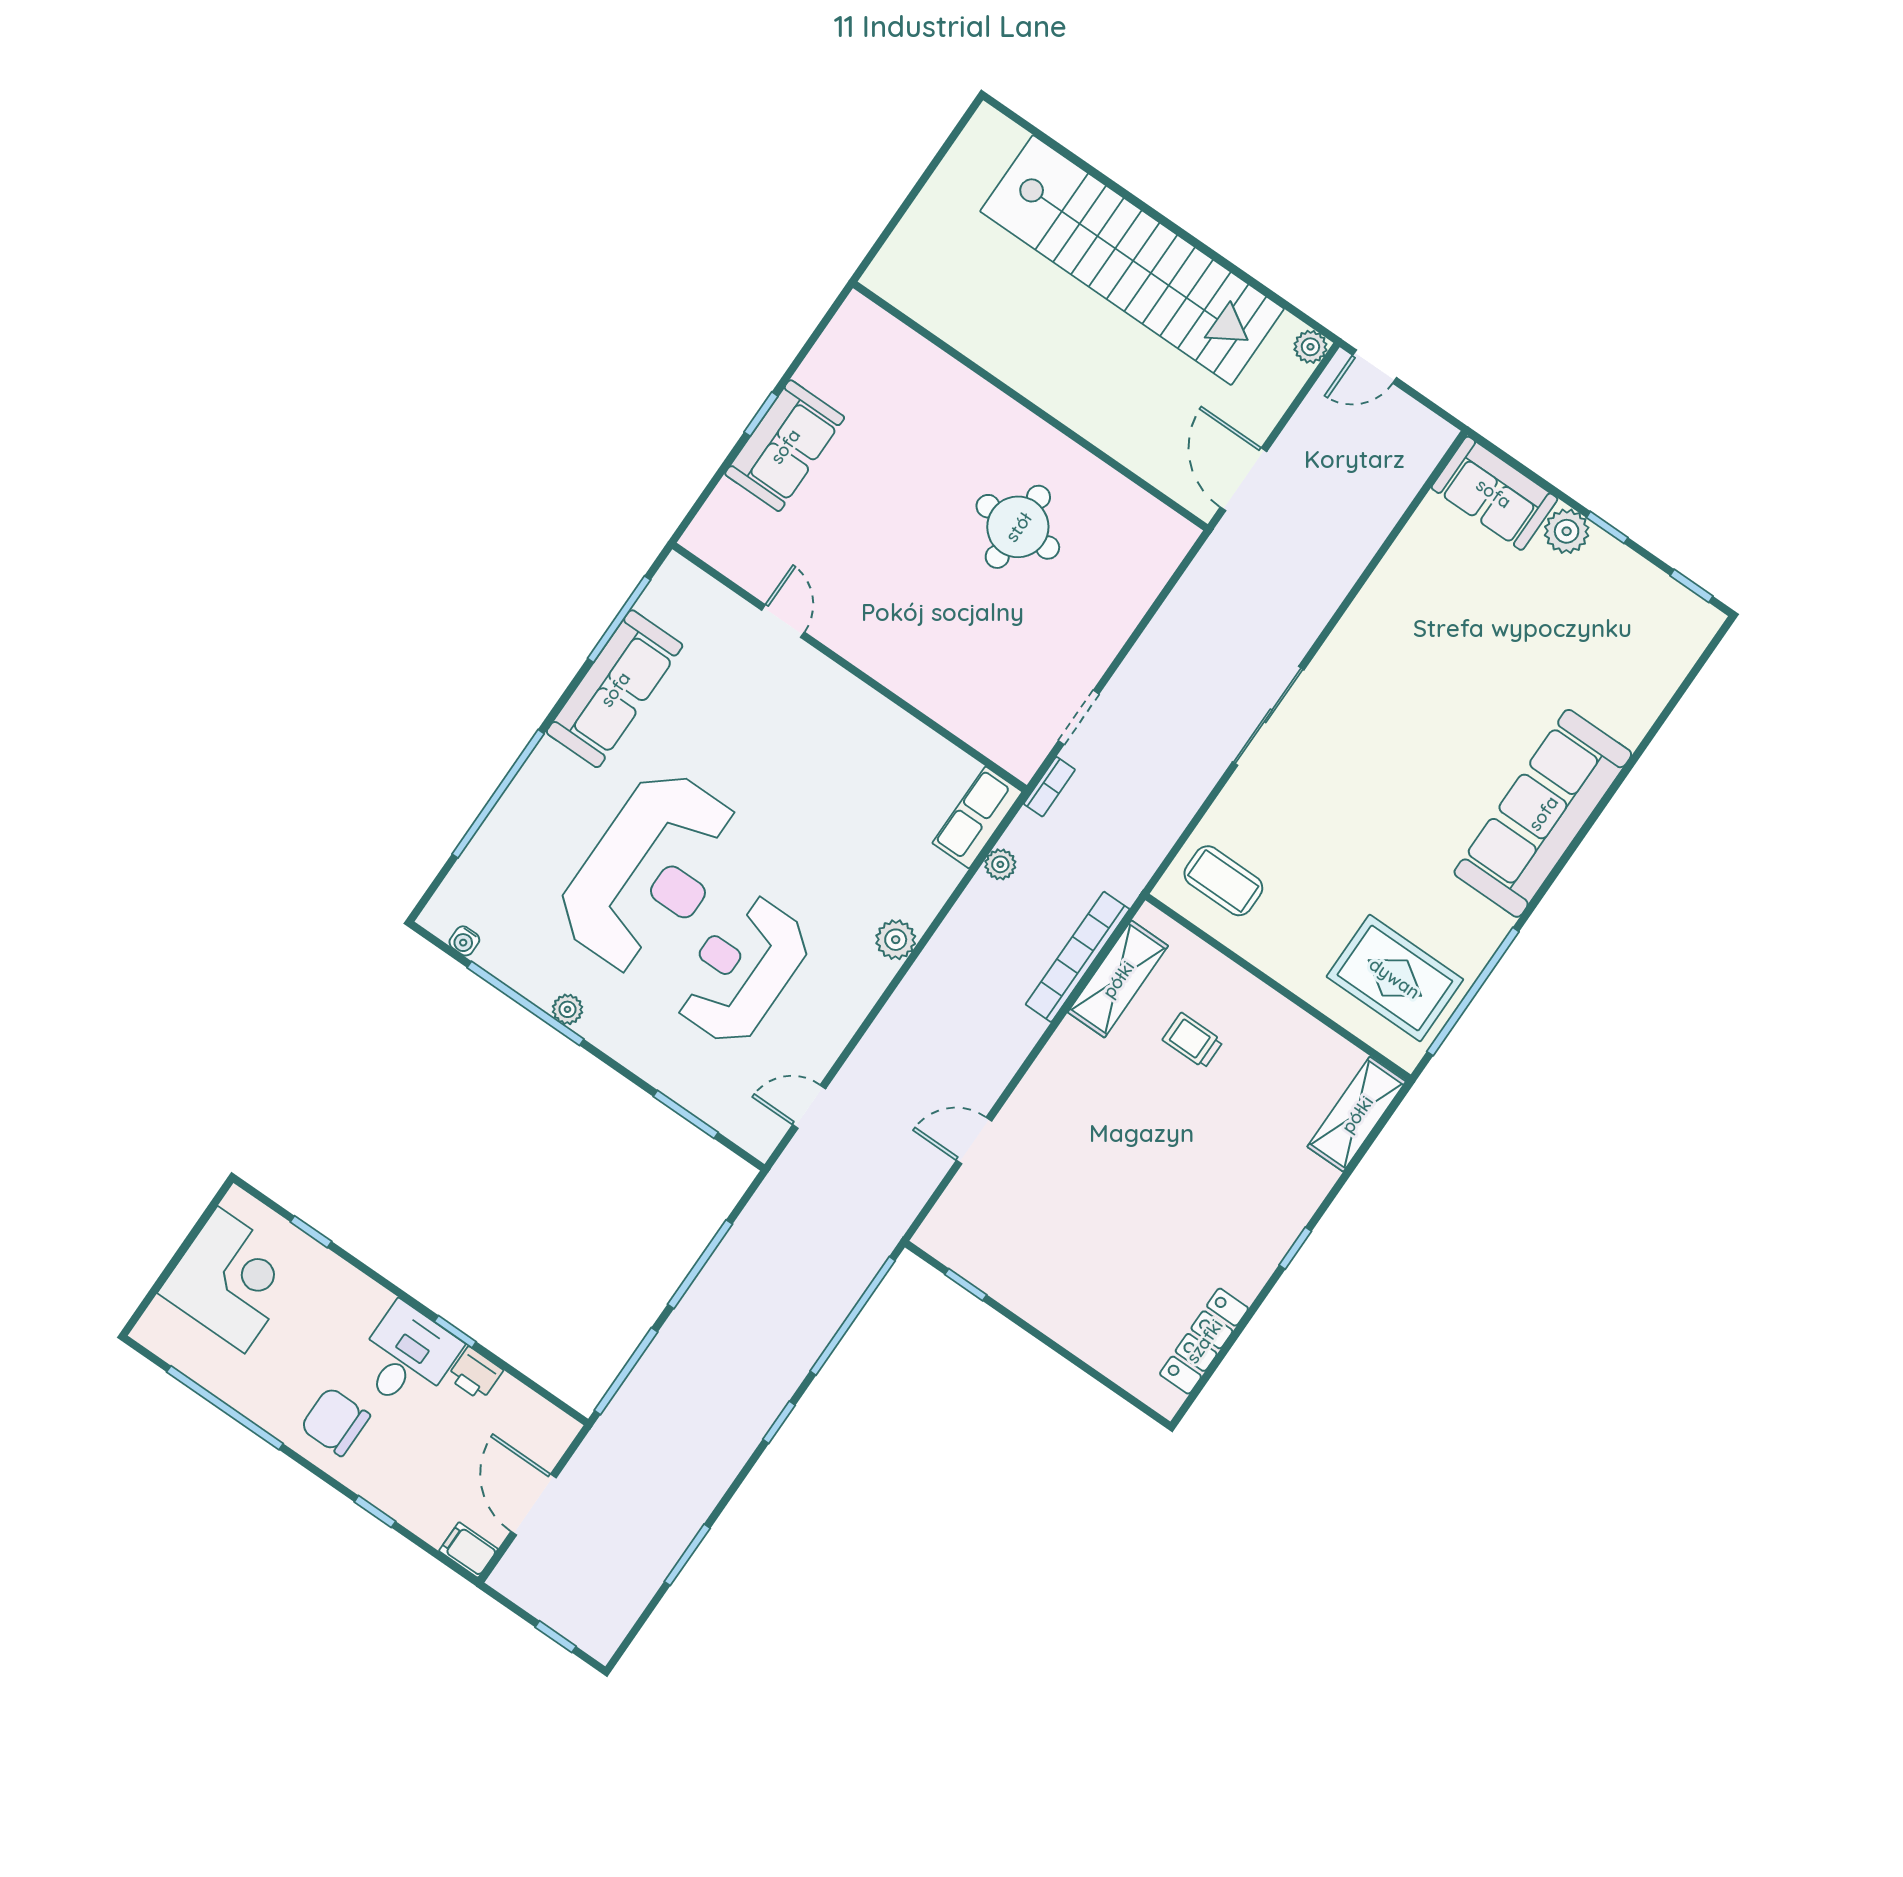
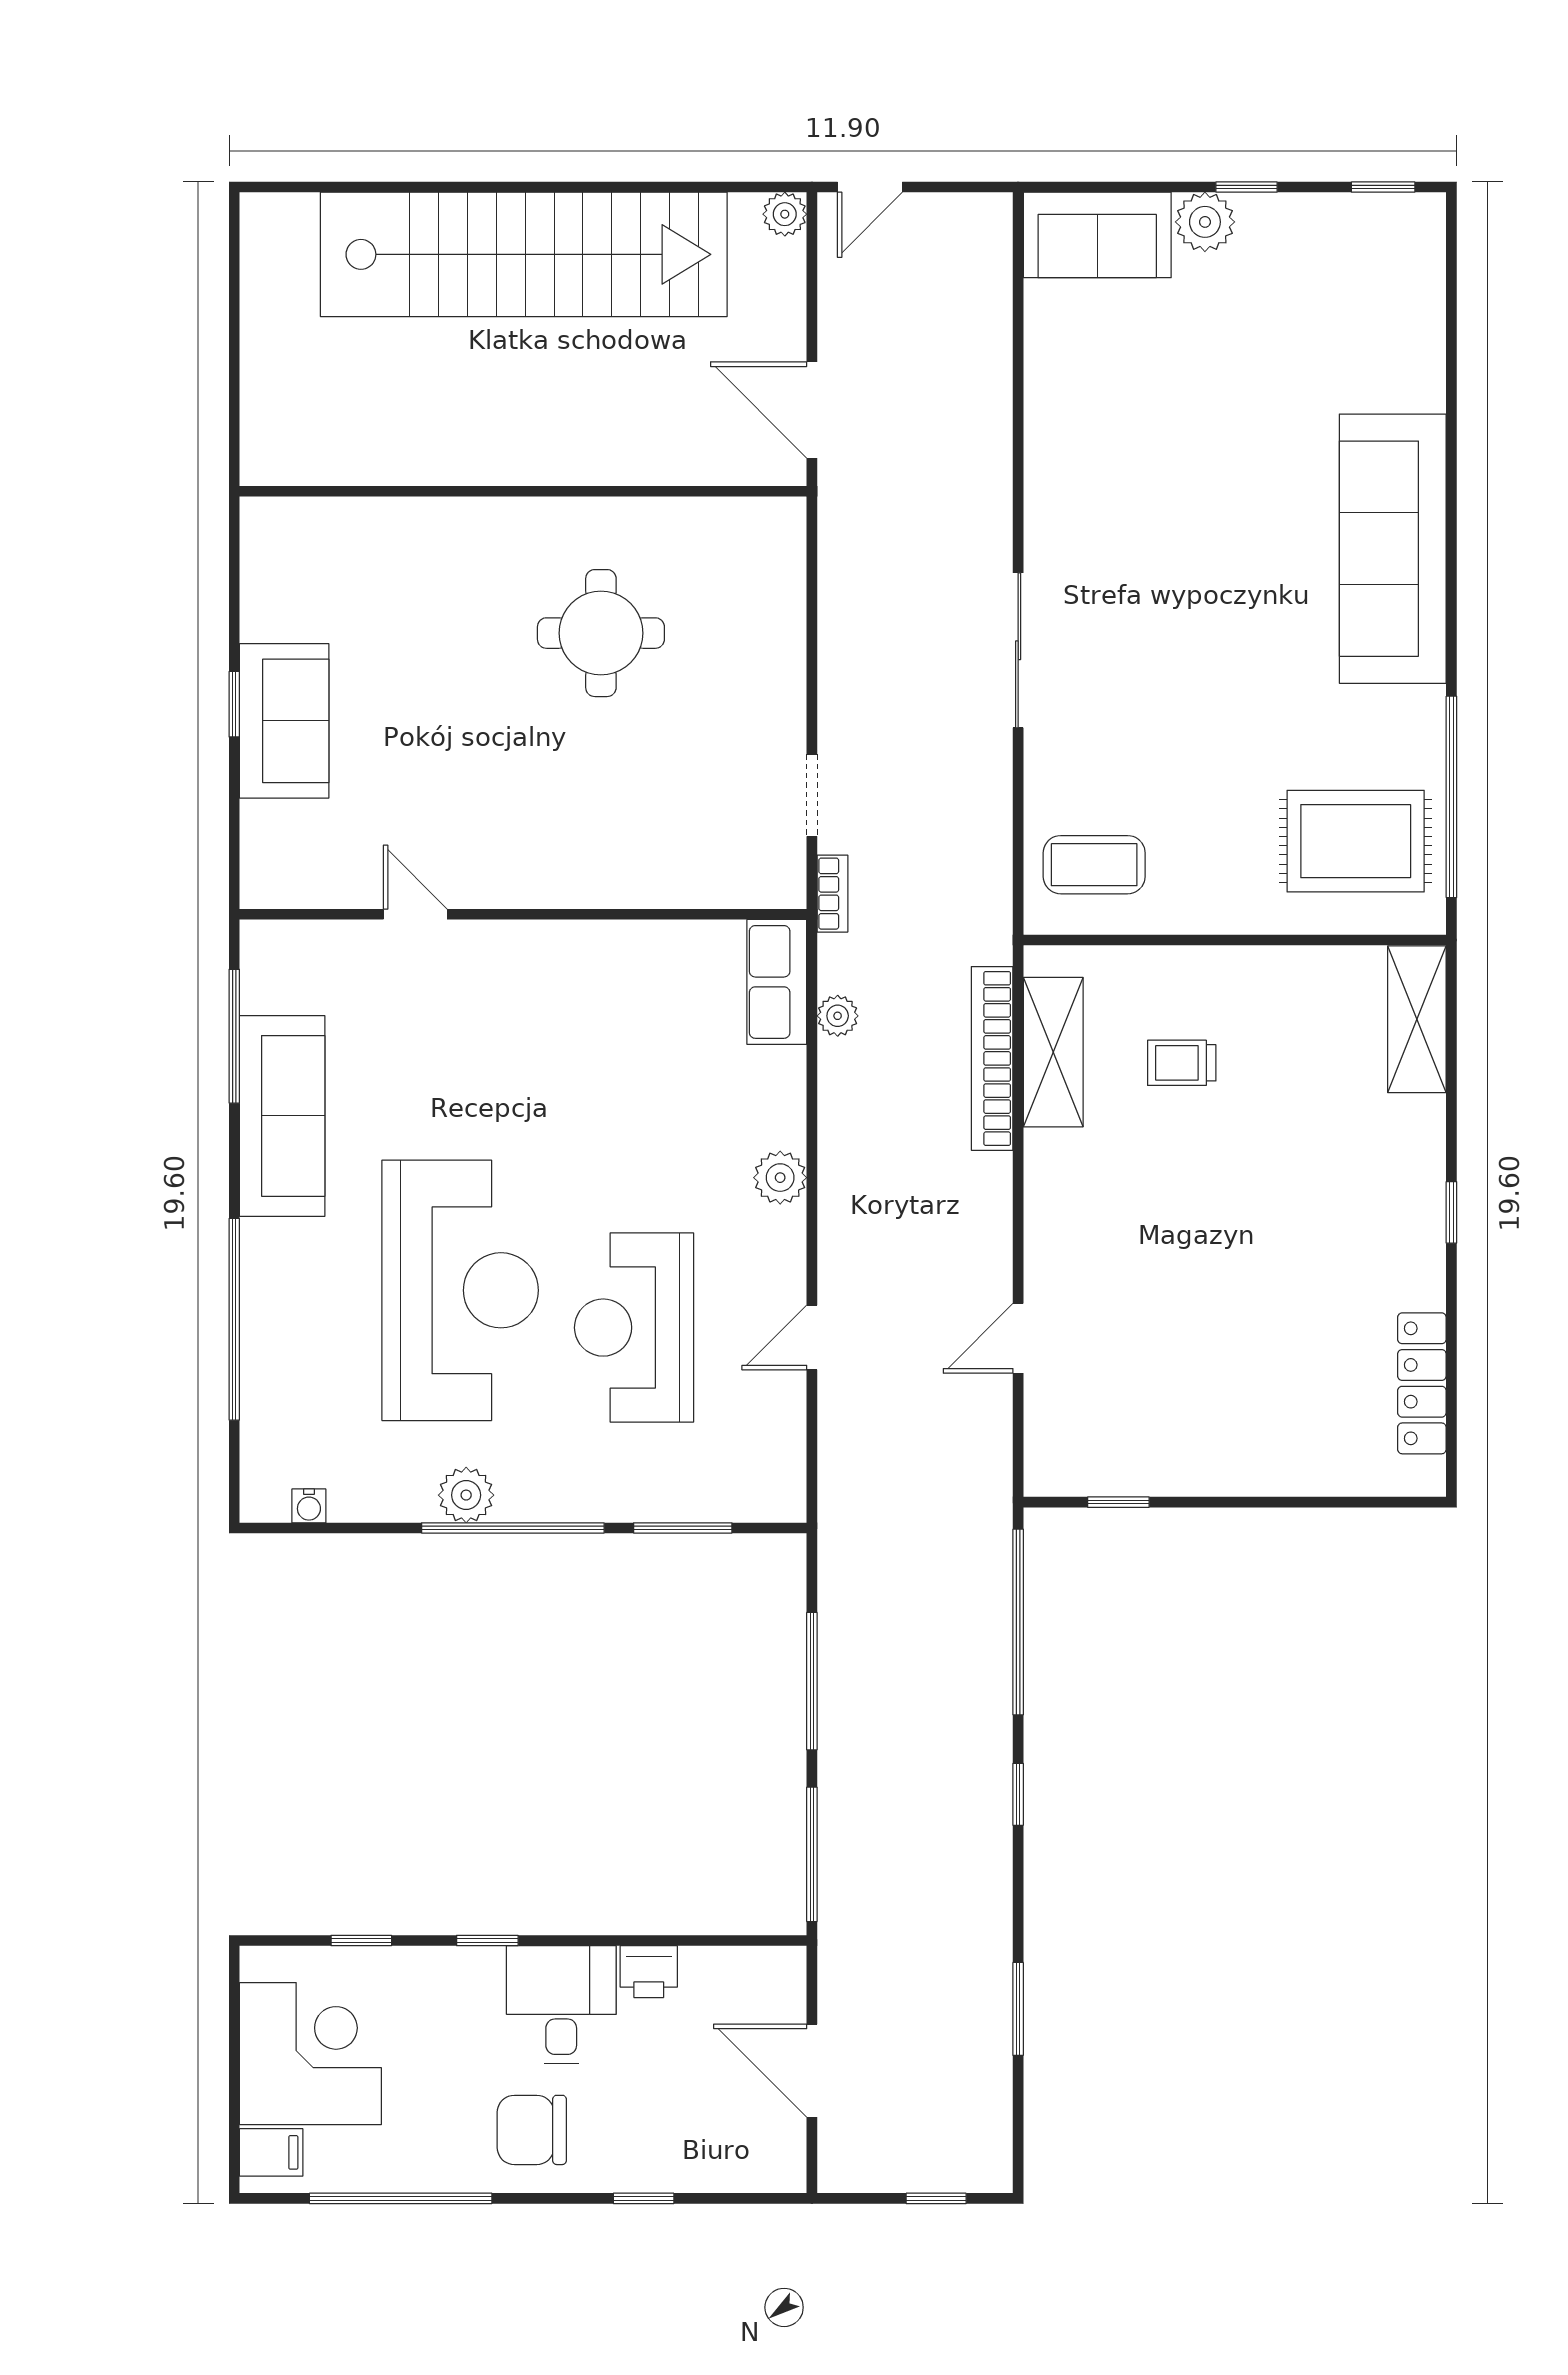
window: (525, 1003) -> (513, 1528), moved
plant: (568, 1009) -> (466, 1495), width x1.38, depth x1.38
door: (809, 1107) -> (812, 1338), moved
window: (455, 1332) -> (487, 1941), moved
filing cabinet: (468, 1550) -> (271, 2152), moved, turned 180

